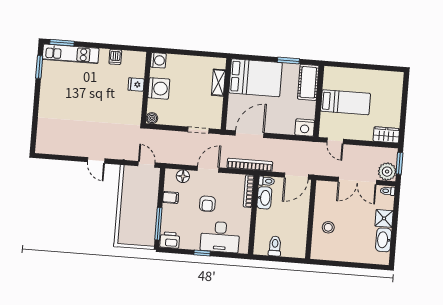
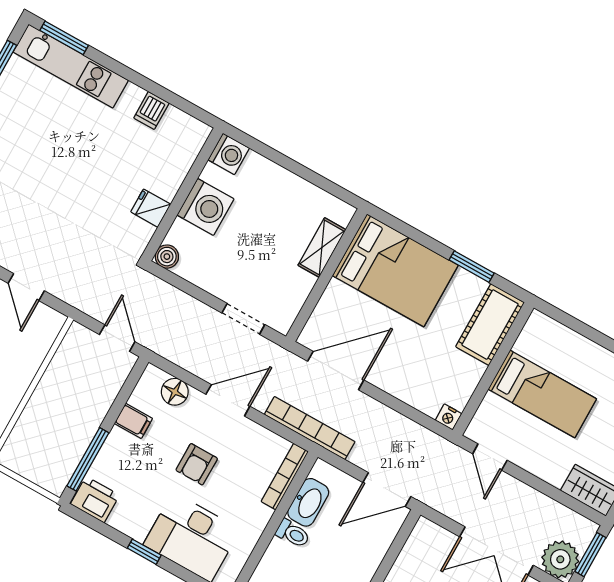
fridge: (136, 84) -> (151, 208), moved
nightstand: (305, 128) -> (448, 417), width x0.53, depth x0.56
toilet: (267, 181) -> (293, 534), moved

